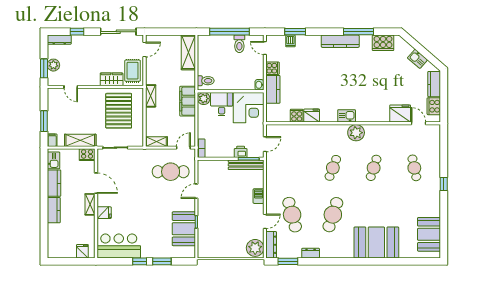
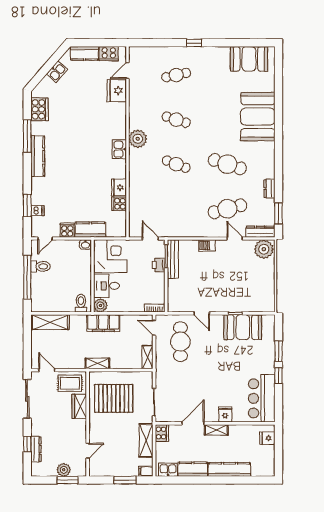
dresser: (59, 40) -> (36, 449), moved
kitchen counter: (54, 210) -> (229, 469), width x1.50

